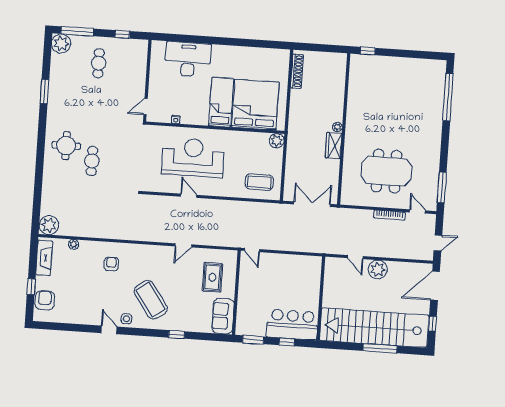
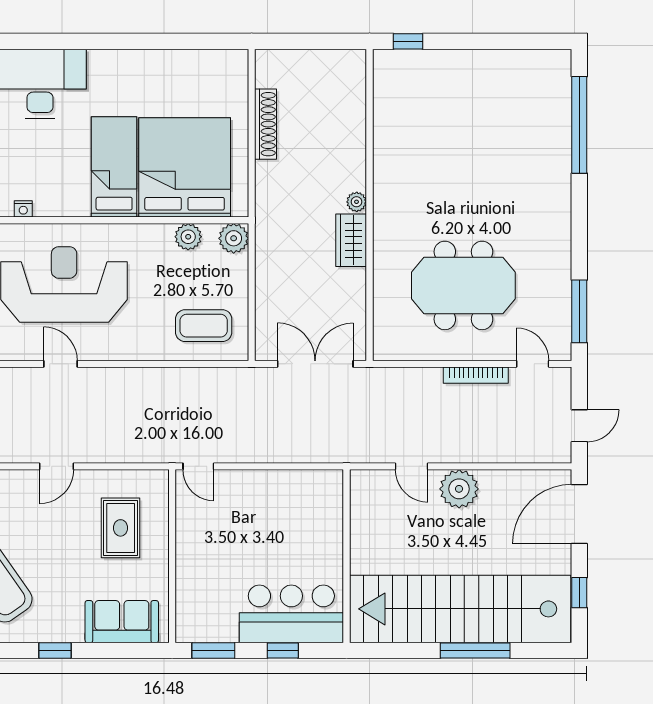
shoe rack: (297, 71) -> (266, 124), moved
plant: (255, 138) -> (188, 237), added
sofa: (223, 316) -> (122, 622), moved, turned 90

